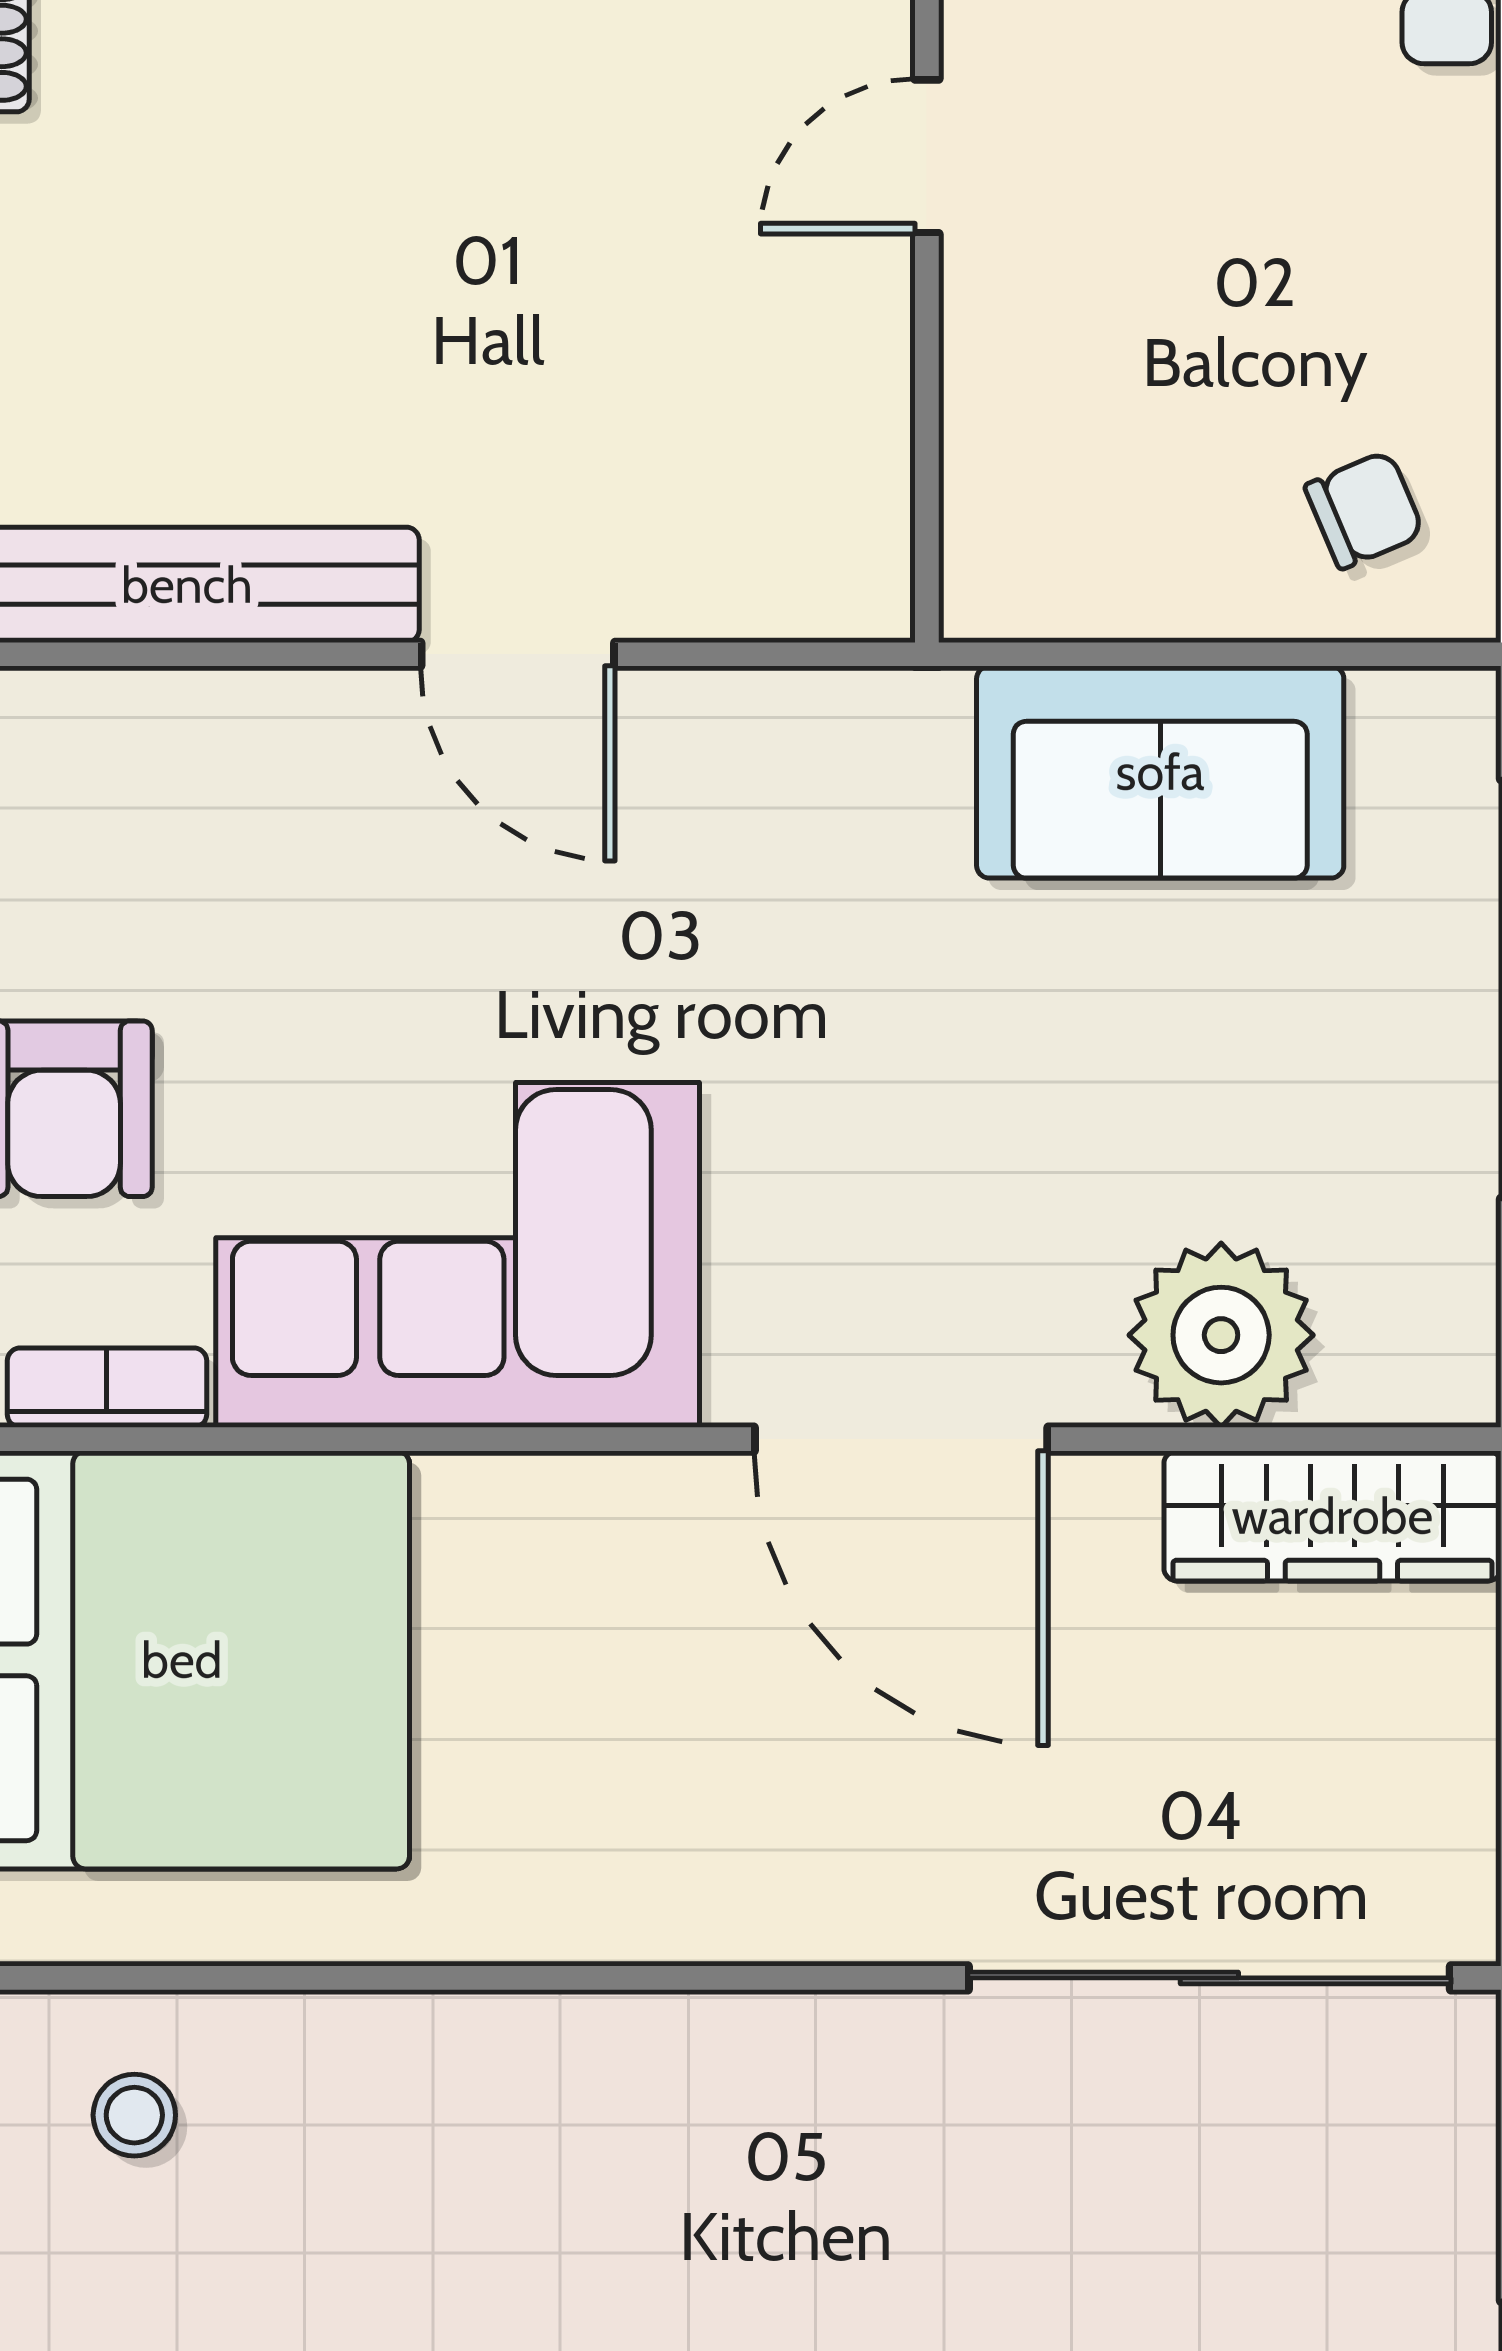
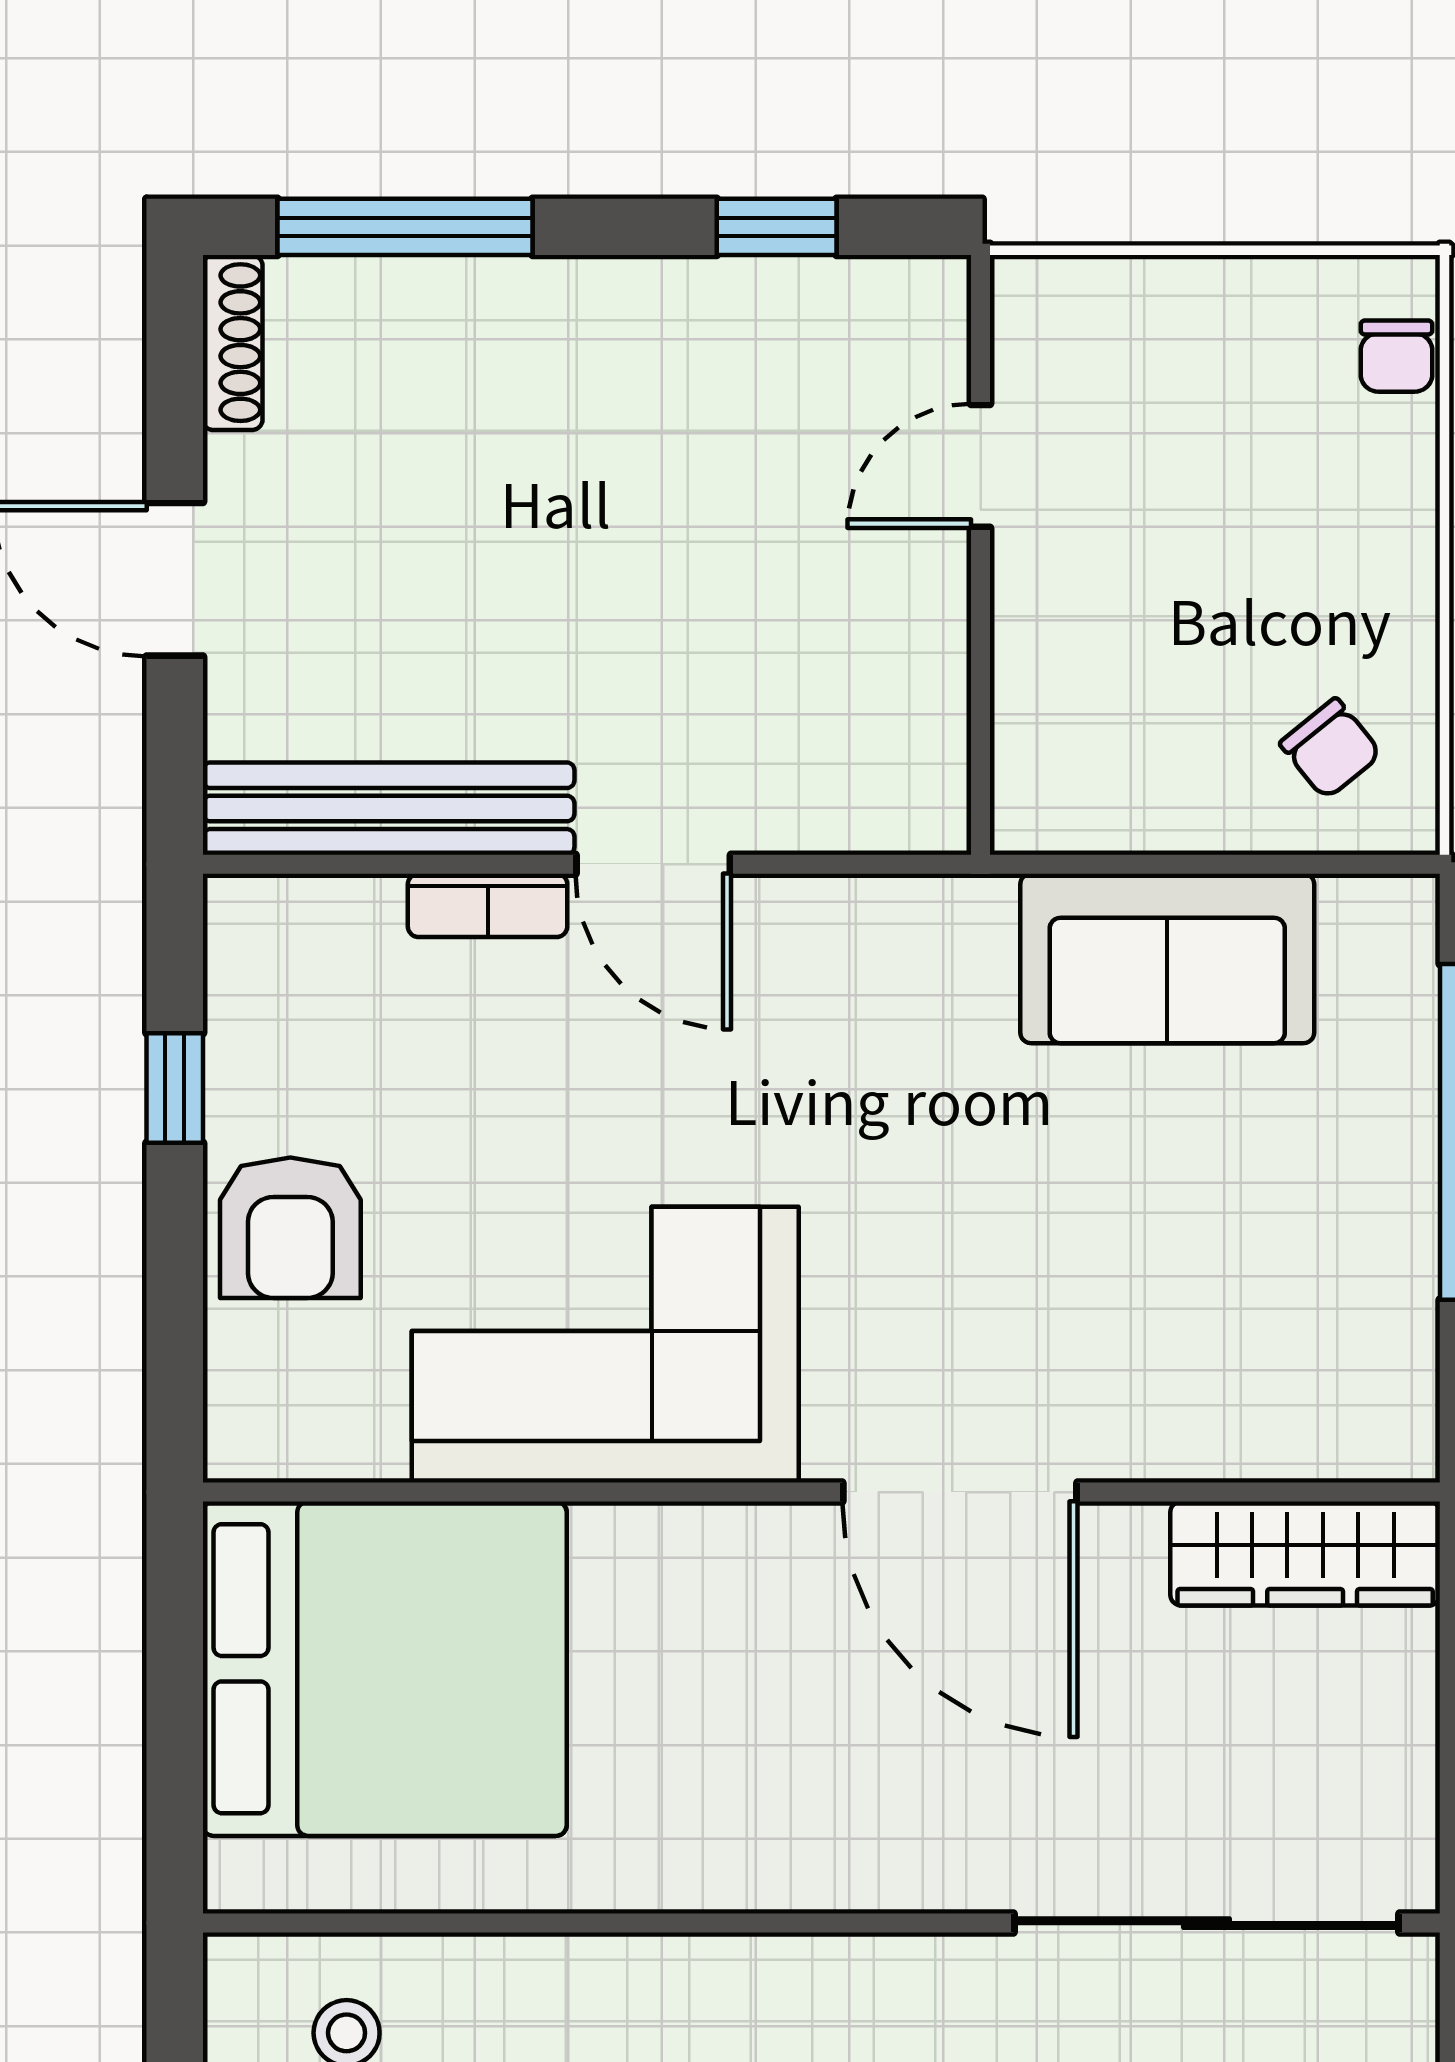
chair: (1364, 510) -> (1331, 749), turned 74
plant: (1221, 1335) -> (1216, 1409), removed
bookcase: (107, 1388) -> (488, 905), moved, turned 180

